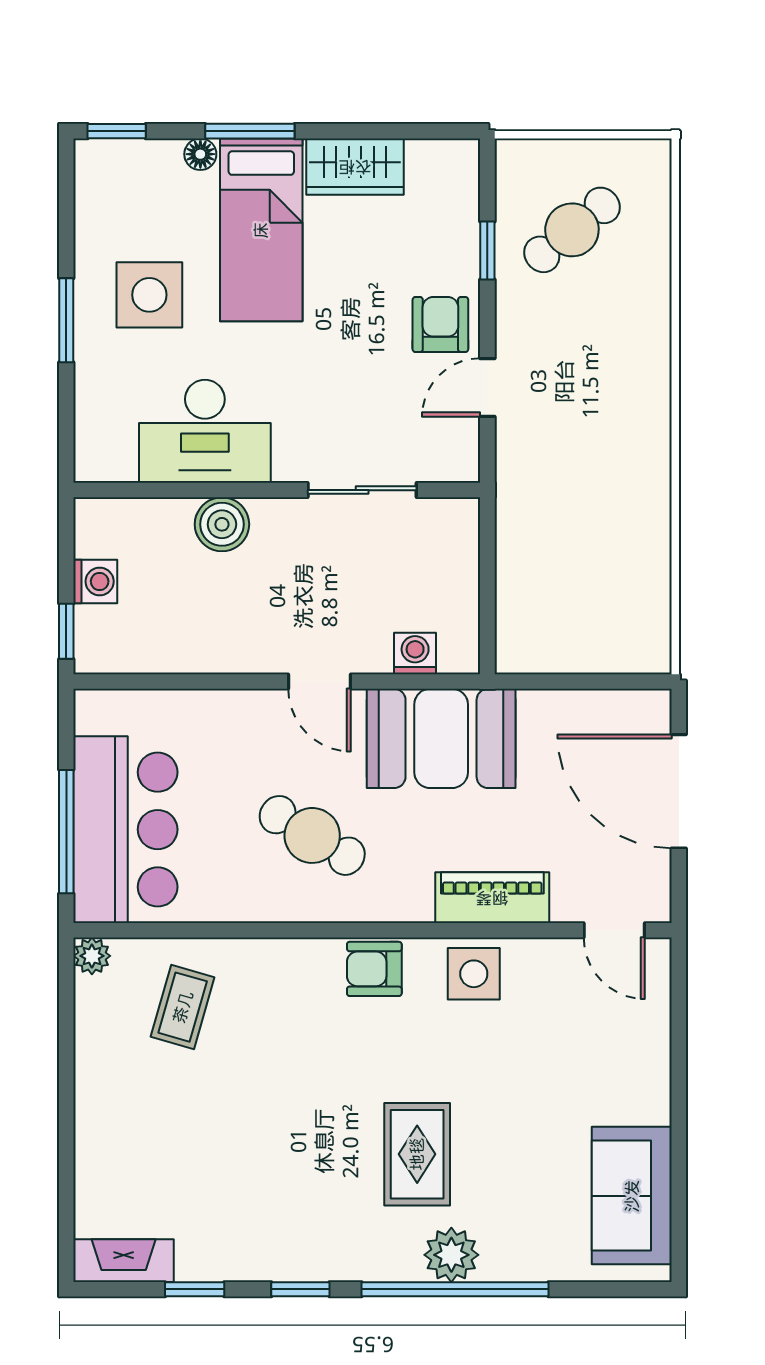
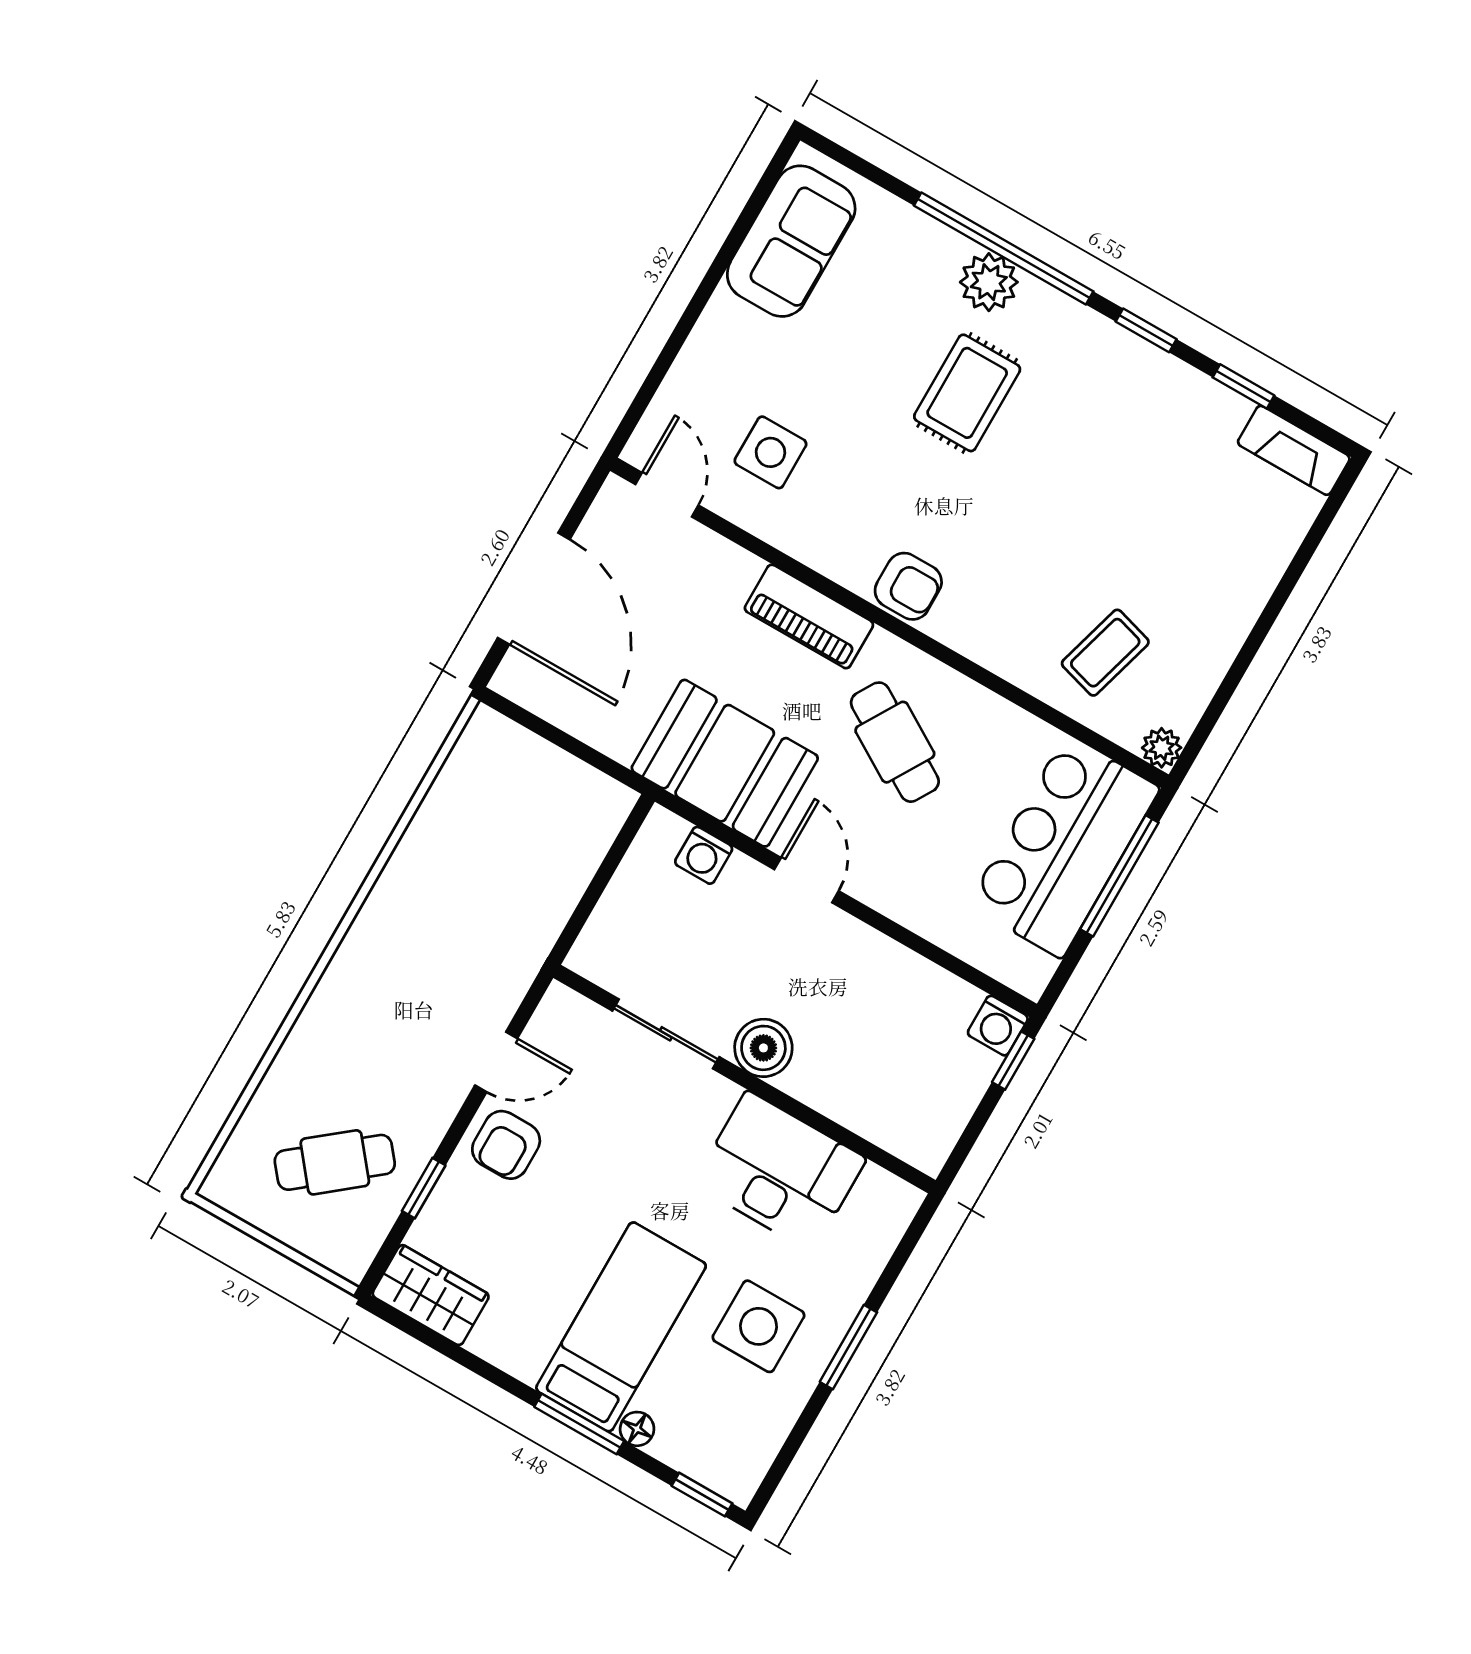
wardrobe: (355, 167) -> (431, 1295), moved
boiler: (222, 524) -> (763, 1048), moved
washing machine: (95, 581) -> (998, 1026), moved, turned -90
piano: (492, 898) -> (809, 616), moved
side table: (474, 974) -> (770, 452), moved

